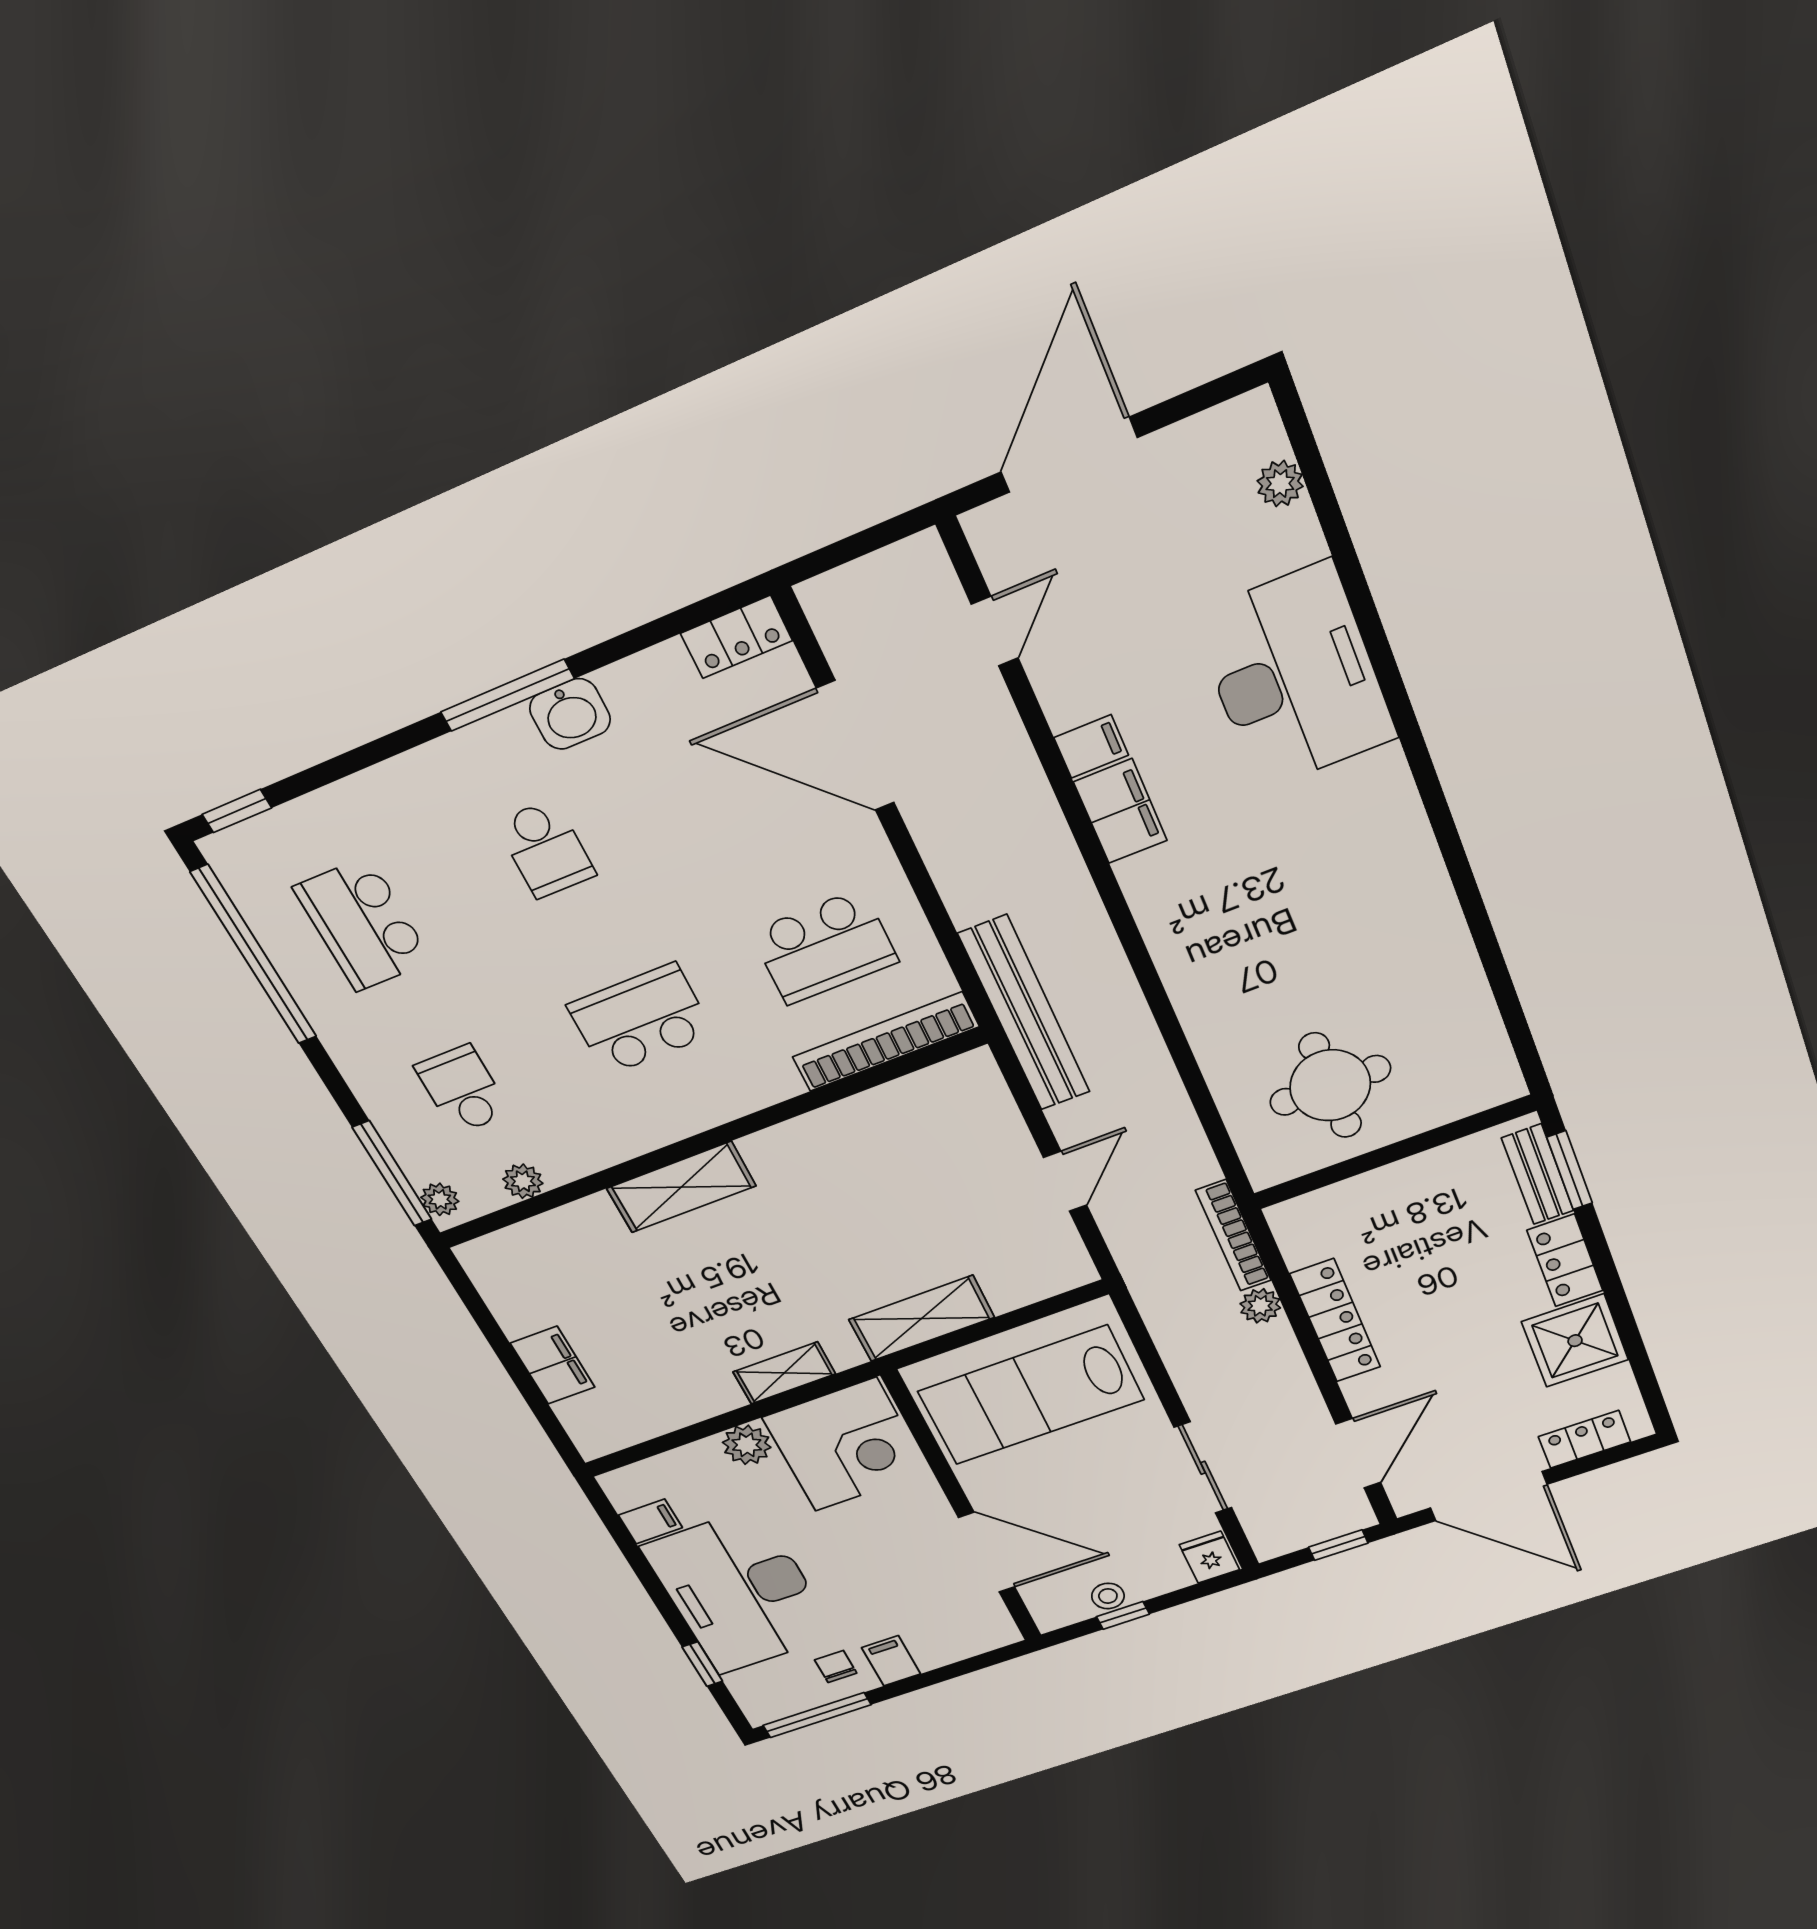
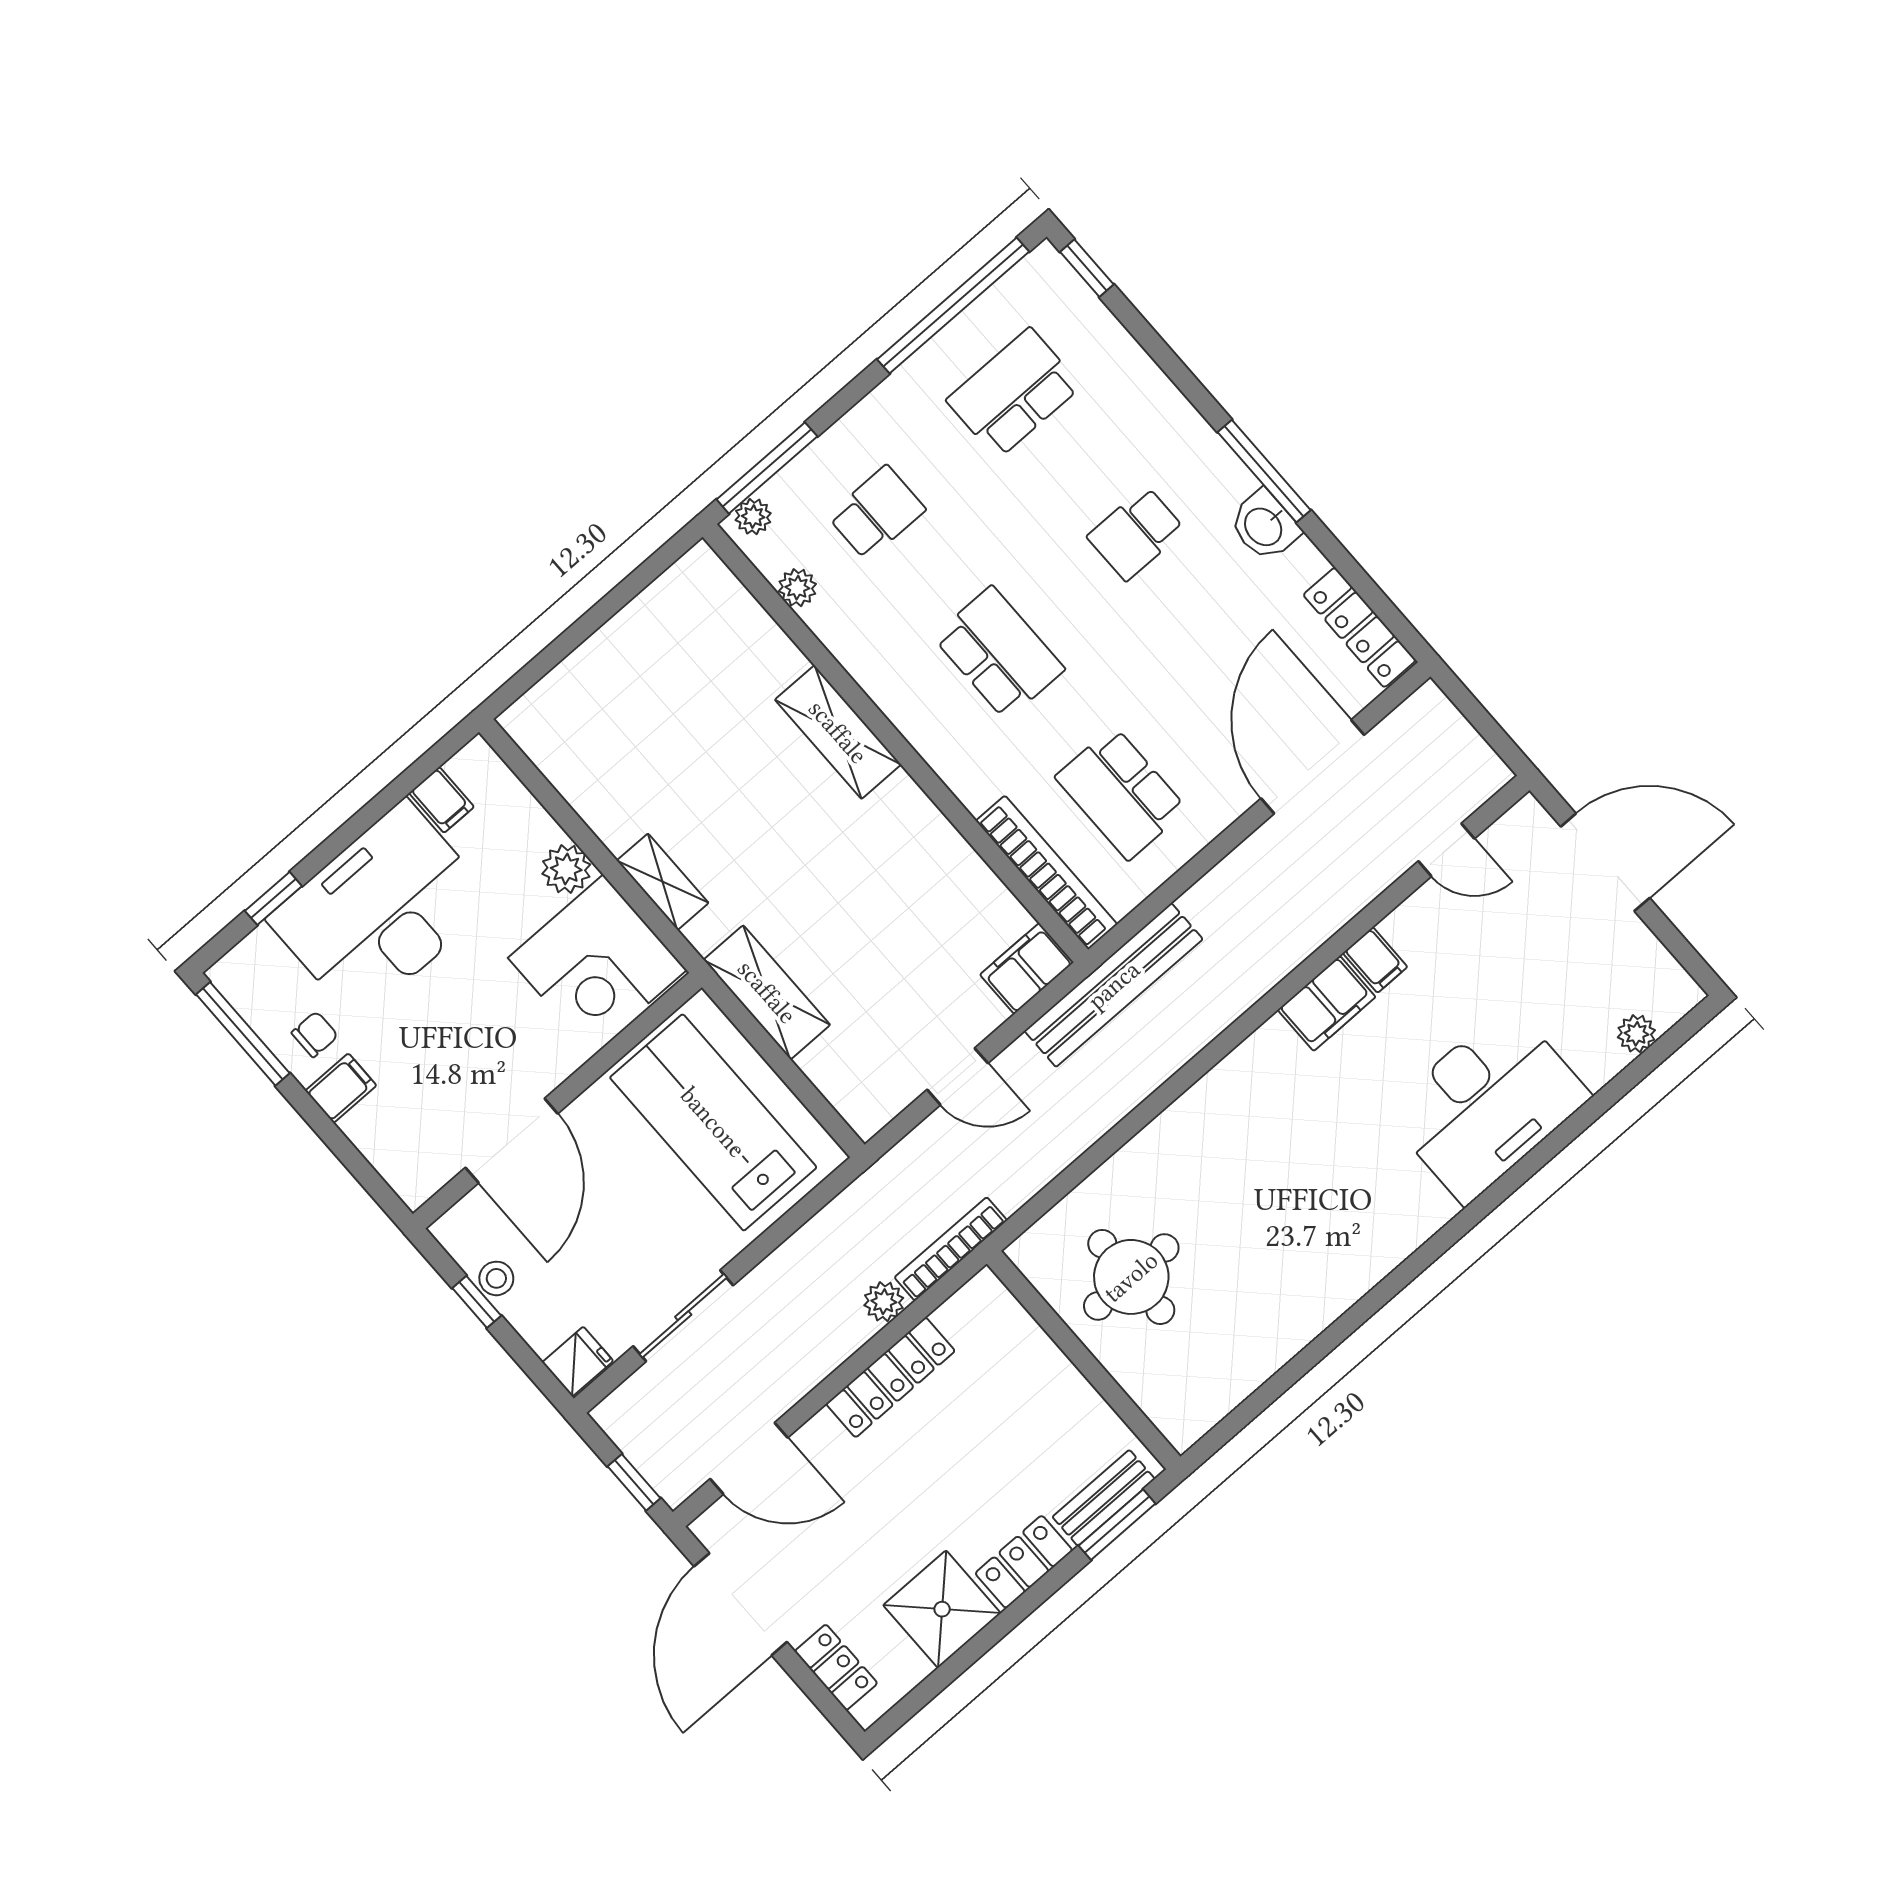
locker: (736, 637) -> (1360, 627), width x1.53
filing cabinet: (553, 1365) -> (1027, 968), moved, turned 180

